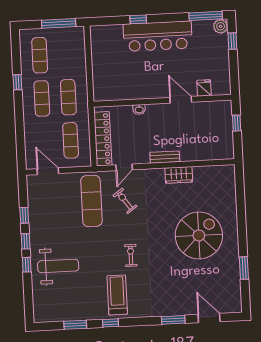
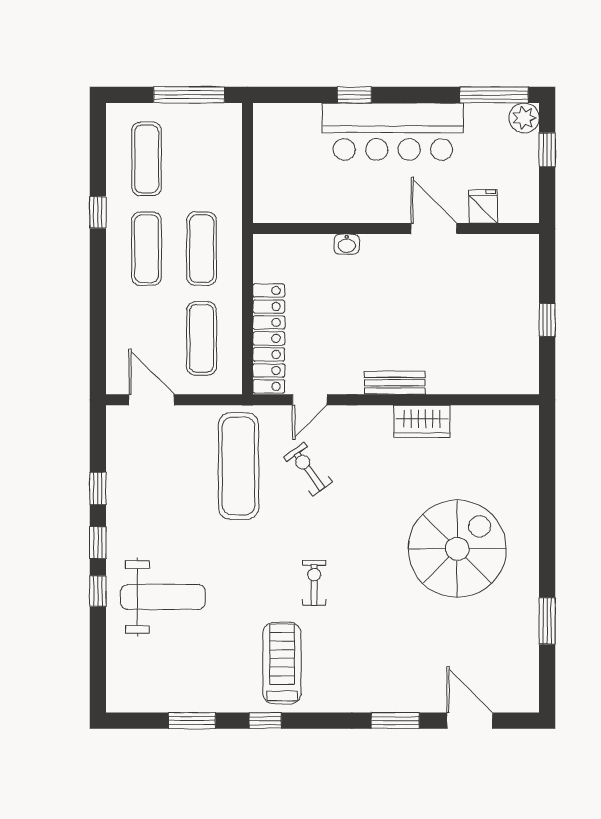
fridge: (204, 88) -> (483, 206), moved
door: (181, 100) -> (434, 229), moved
wall: (162, 101) -> (396, 229), moved
washbasin: (139, 109) -> (347, 244), moved

